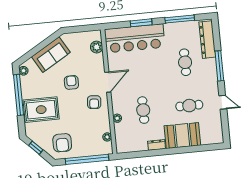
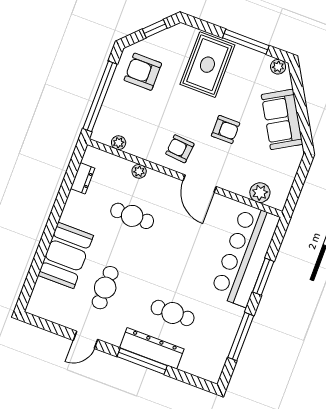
dresser: (207, 40) -> (152, 348), moved
window: (18, 95) -> (246, 42), width x0.68
dresser: (157, 145) -> (83, 178), moved

